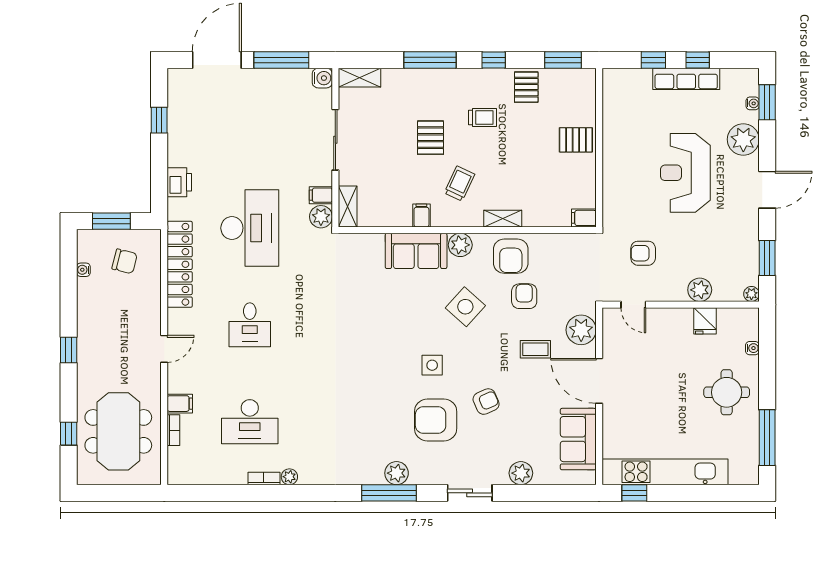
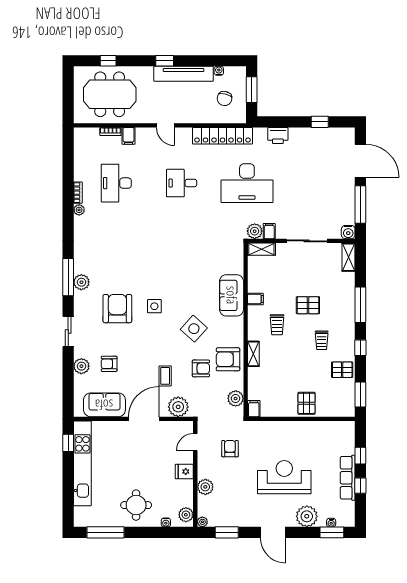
trolley: (459, 184) -> (277, 325), turned 65
plant: (460, 245) -> (236, 398), moved
plant: (741, 318) -> (186, 515), added
fridge: (705, 321) -> (184, 471), moved
tv unit: (88, 322) -> (184, 74), added
armchair: (486, 402) -> (109, 364), moved, turned 114

